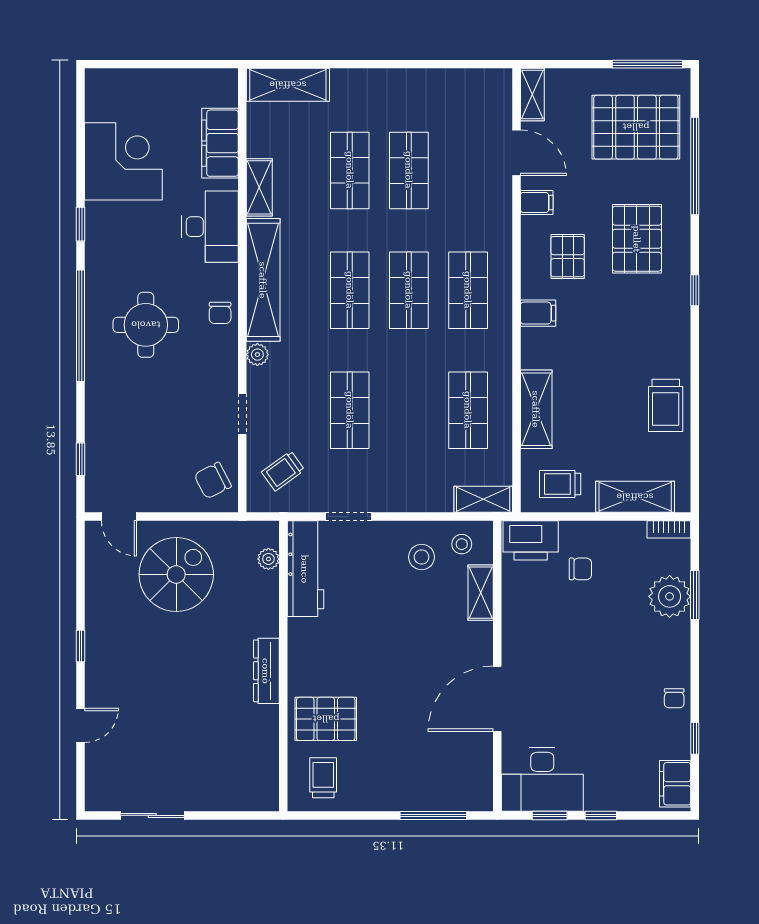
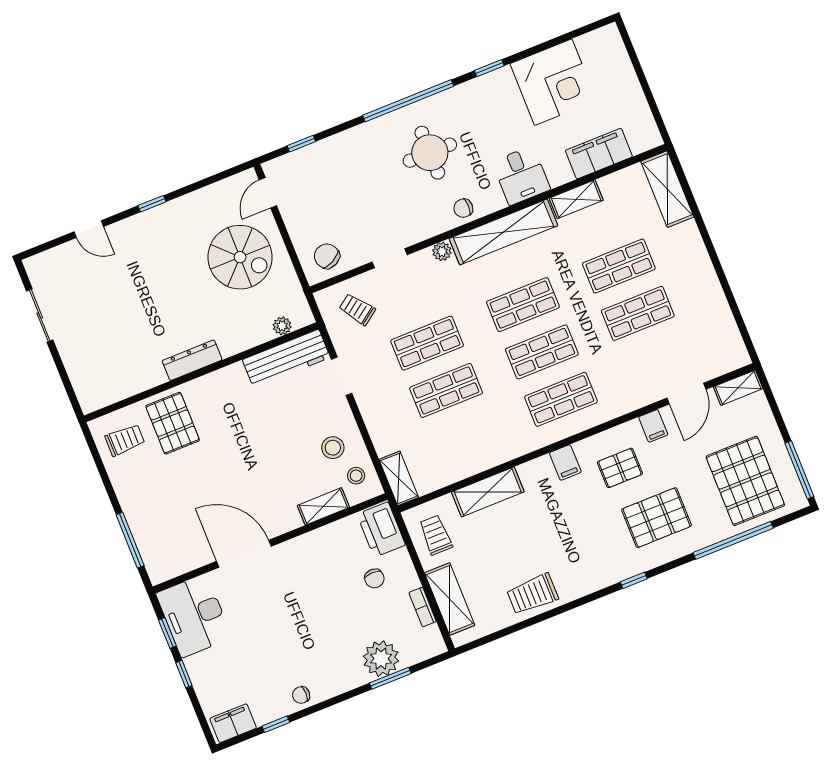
desk: (210, 227) -> (521, 176), width x0.73
shop shelf: (468, 410) -> (446, 390), moved
bookcase: (669, 529) -> (423, 607), moved

